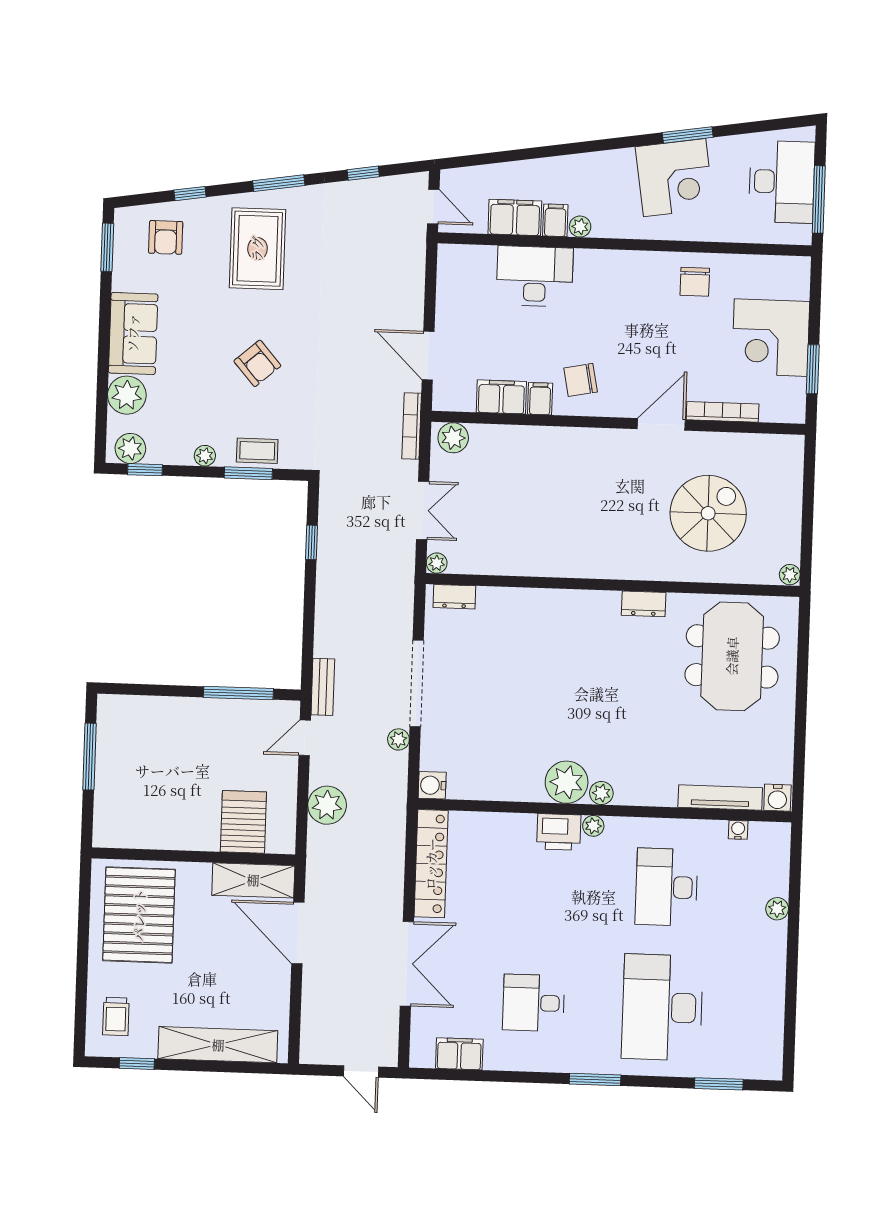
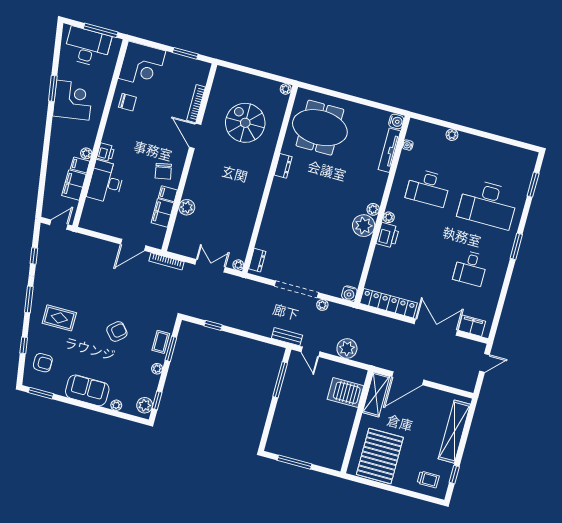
rug: (257, 249) -> (59, 318), width x0.73, depth x0.70
printer: (591, 263) -> (106, 152), added
corner desk: (771, 338) -> (142, 65), moved
plant: (127, 395) -> (116, 405), width x0.53, depth x0.53
plant: (453, 438) -> (187, 207), moved
pallet: (139, 915) -> (380, 456), turned 90
filing cabinet: (459, 1054) -> (472, 326), moved, turned 90

